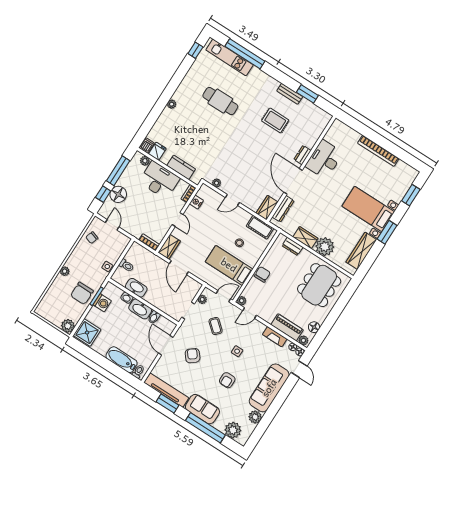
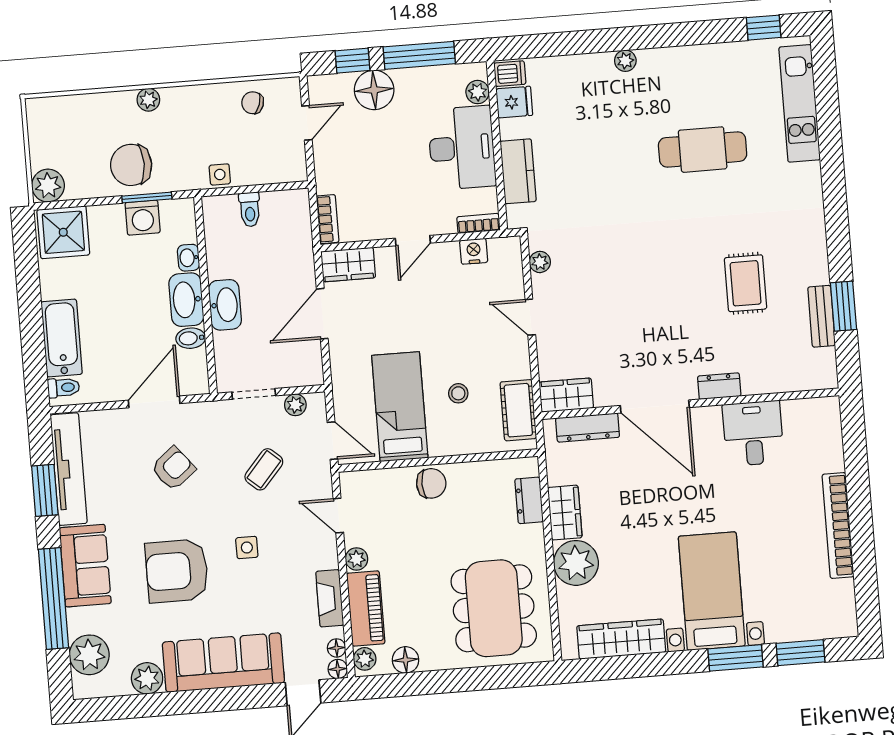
window: (245, 54) -> (829, 127), removed
bench: (290, 94) -> (822, 316), moved
cafe table: (220, 101) -> (703, 150), turned 90
desk: (324, 159) -> (753, 433), width x0.73
door: (293, 181) -> (655, 407), swing flipped
window: (387, 232) -> (736, 658), moved
dining table: (319, 285) -> (494, 608), turned 90
washbasin: (136, 288) -> (225, 305), moved
plant: (242, 301) -> (357, 559), moved
armchair: (227, 380) -> (177, 571), width x1.88, depth x1.88

